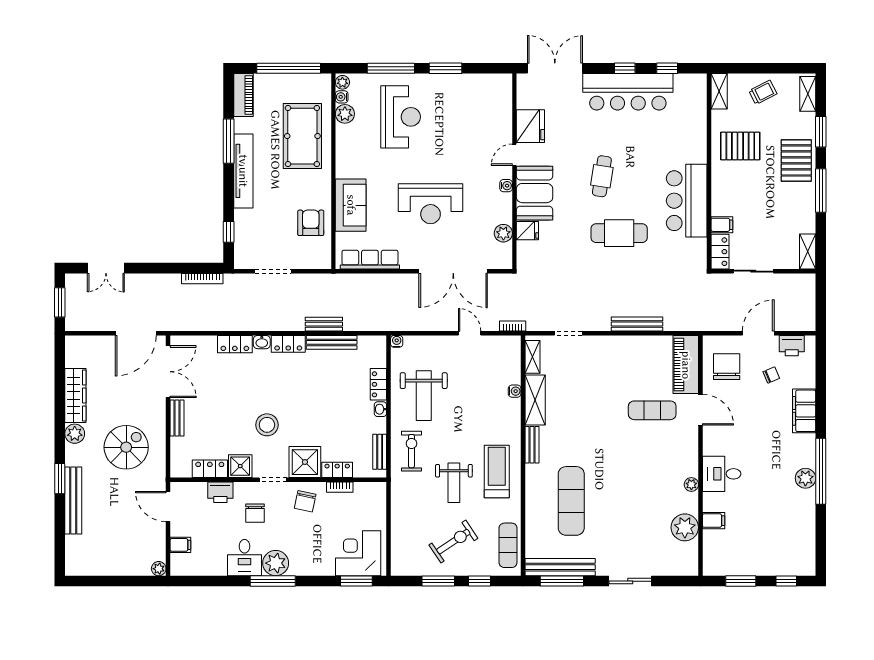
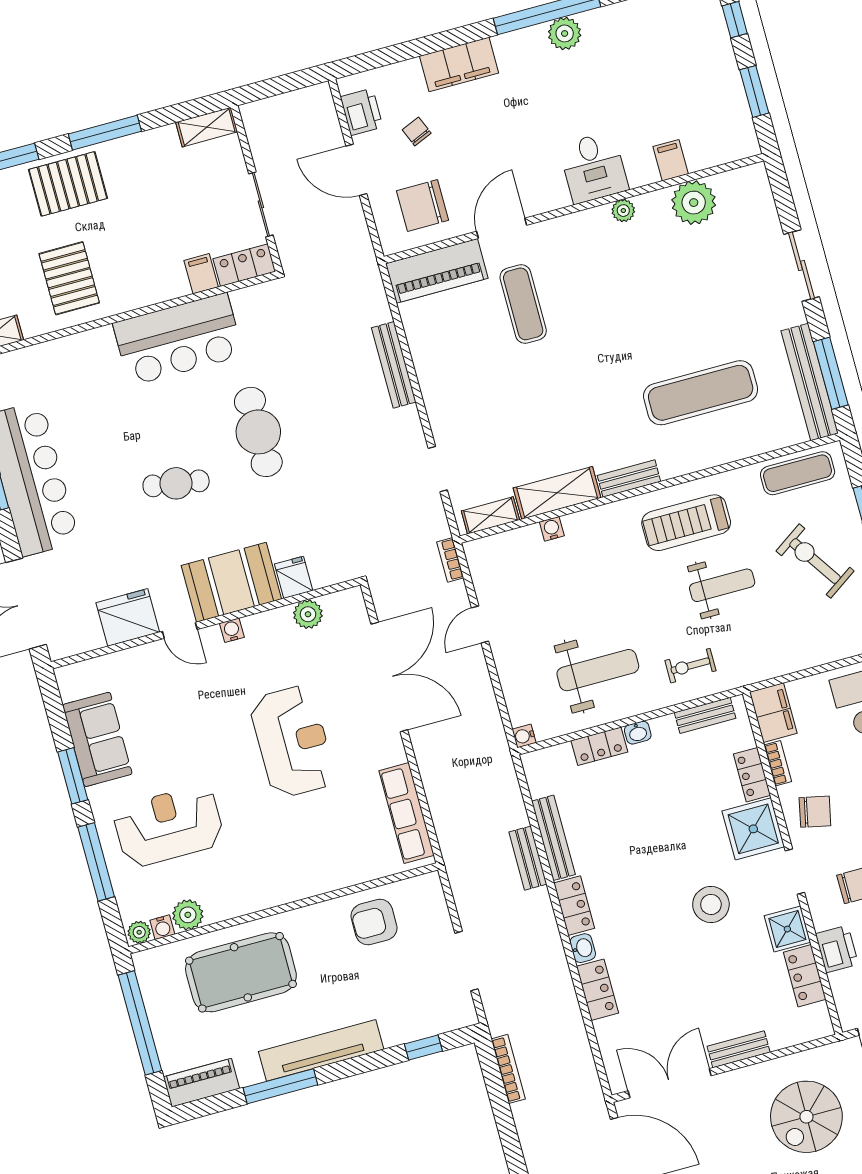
sofa: (351, 205) -> (97, 739), moved, turned 90
spiral stairs: (126, 447) -> (806, 1117), turned -90
exercise bike: (411, 451) -> (690, 666), width x0.73, depth x0.72
filing cabinet: (370, 493) -> (773, 713), added

